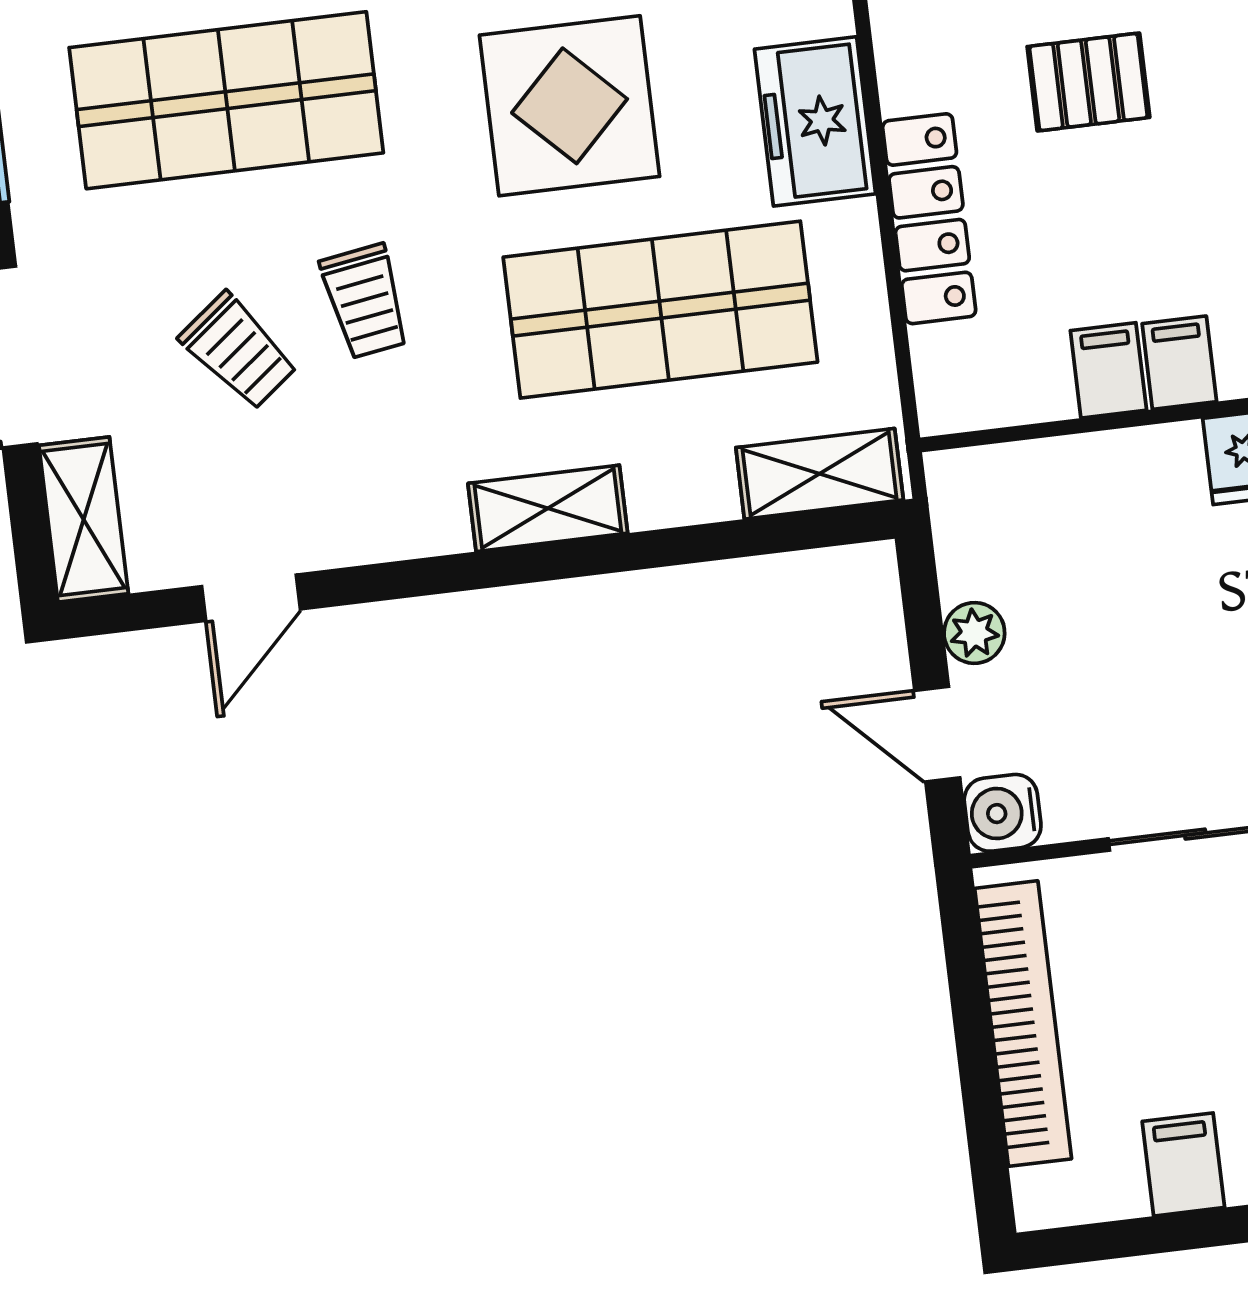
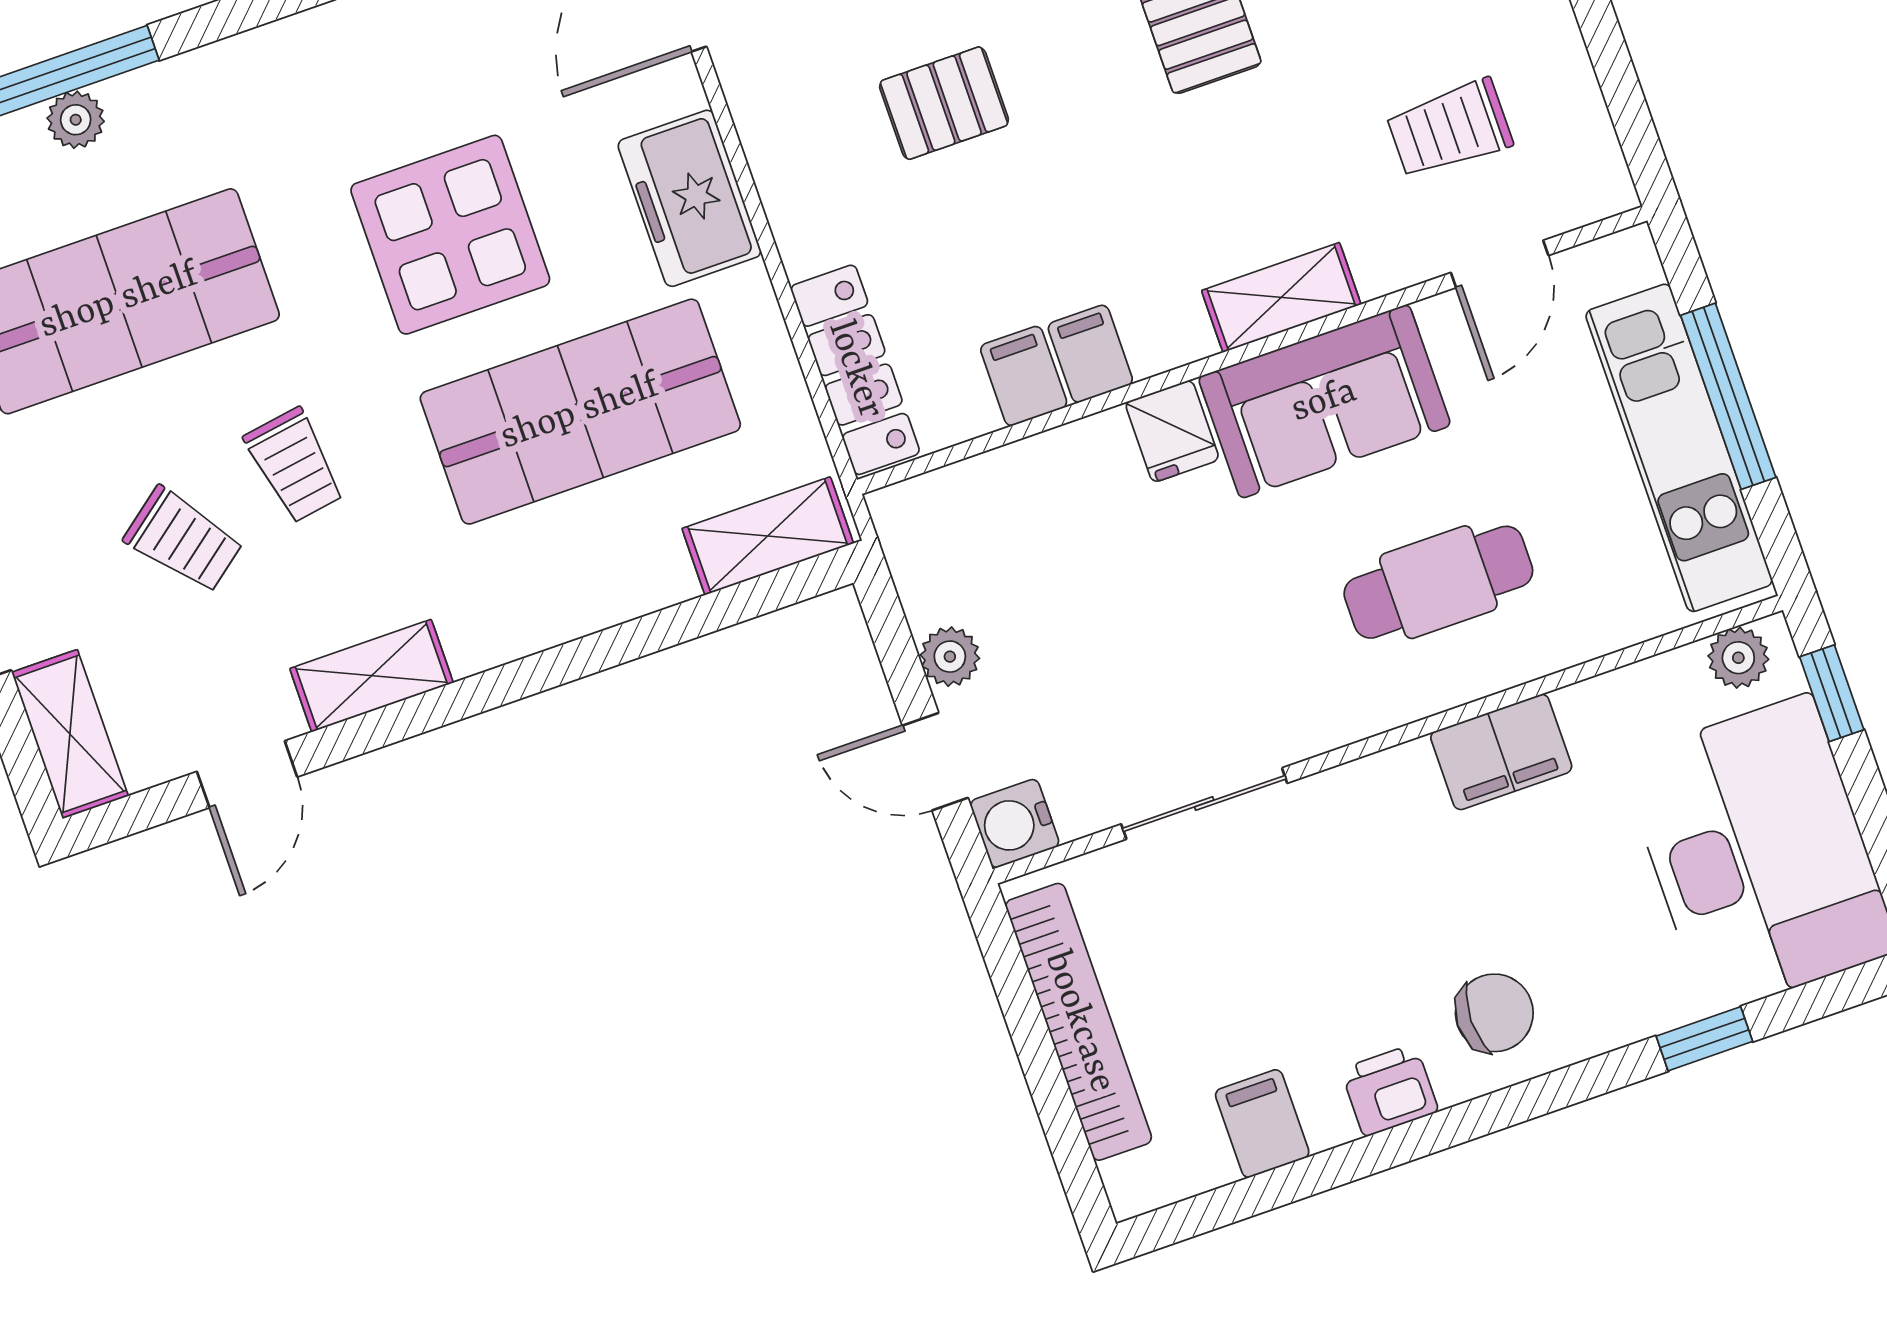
locker: (929, 219) -> (855, 370), moved
shelving: (548, 508) -> (371, 676), moved

